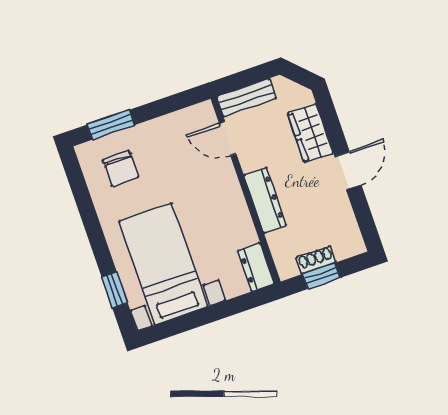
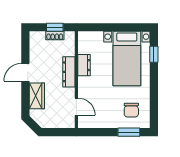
bench: (246, 98) -> (61, 123), removed
chair: (121, 168) -> (131, 110), turned 180
dresser: (256, 267) -> (84, 65), moved

